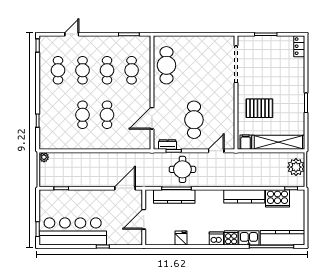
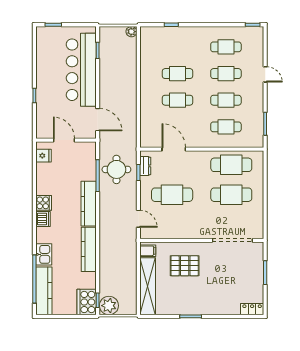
door: (72, 34) -> (265, 74), moved
cafe table: (194, 65) -> (231, 195), added
pallet: (259, 108) -> (185, 266), turned 90
plant: (296, 167) -> (109, 306), moved
round table: (182, 169) -> (116, 169), moved
kitchen counter: (174, 196) -> (89, 204), moved
cooker: (278, 198) -> (87, 302), moved
bar counter: (73, 231) -> (81, 70), moved, turned 180
fridge: (181, 238) -> (44, 156), moved
cooker: (231, 238) -> (44, 203), moved

